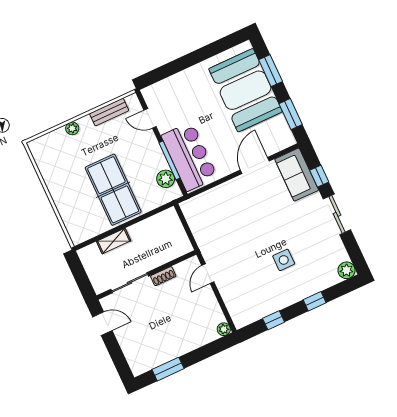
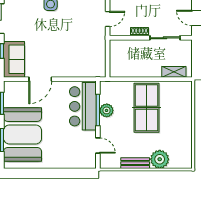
bench: (109, 112) -> (135, 163), moved
plant: (72, 128) -> (160, 159), width x1.88, depth x1.88
plant: (166, 179) -> (107, 110), moved
shelving: (114, 241) -> (174, 72), moved

